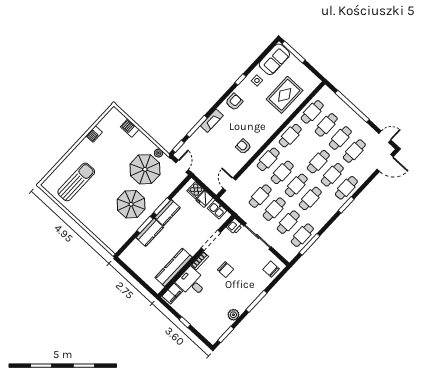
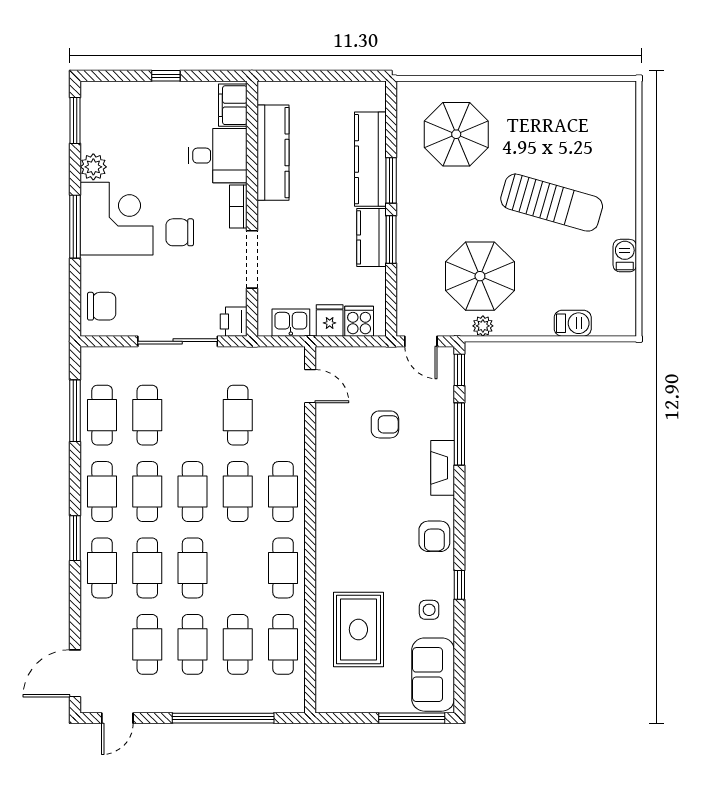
armchair: (243, 147) -> (385, 424), moved
sun lounger: (76, 182) -> (552, 203), moved, turned -74
parasol: (131, 204) -> (456, 134), moved
cafe table: (274, 209) -> (102, 492), moved
kitchen counter: (150, 232) -> (370, 159), width x1.50
corner desk: (241, 292) -> (116, 219), added

